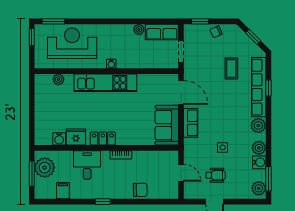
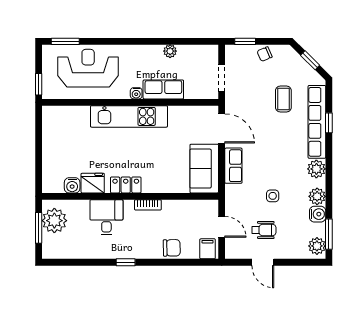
row of seats: (162, 32) -> (163, 89), moved, turned 180
window: (32, 37) -> (39, 84), moved
plant: (58, 79) -> (71, 112), removed
filing cabinet: (63, 191) -> (208, 249), moved

